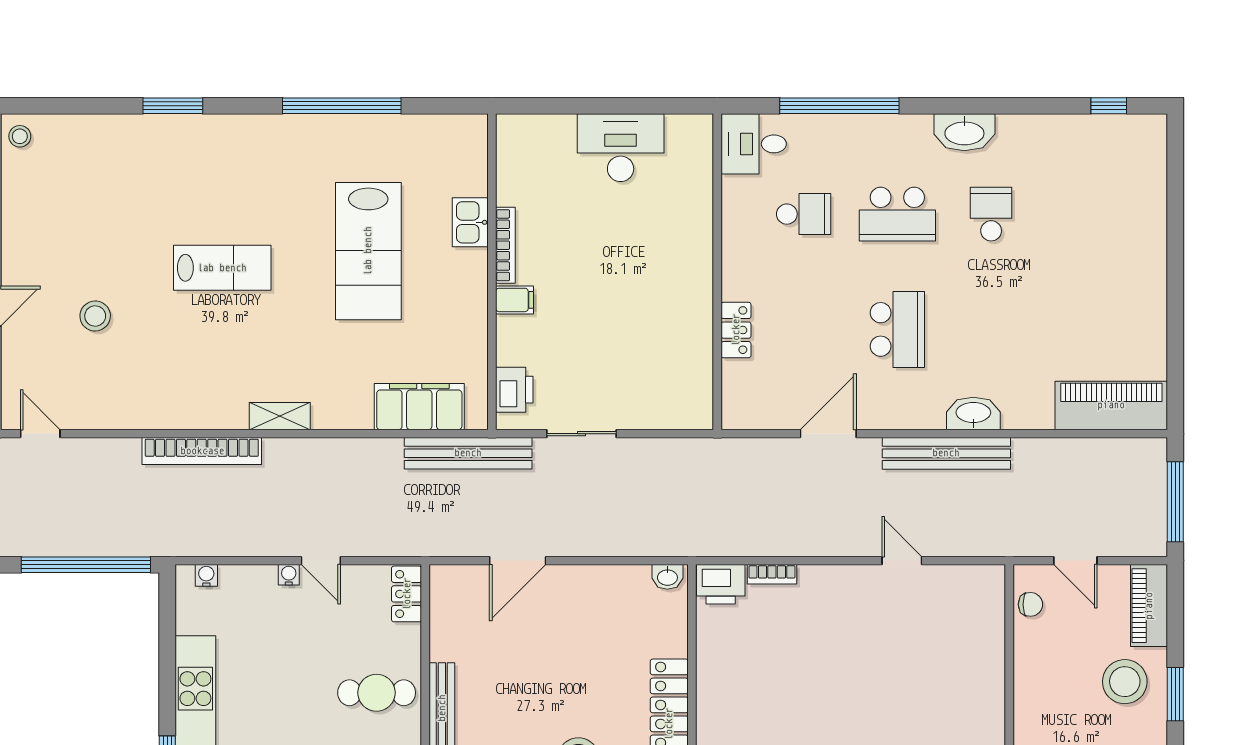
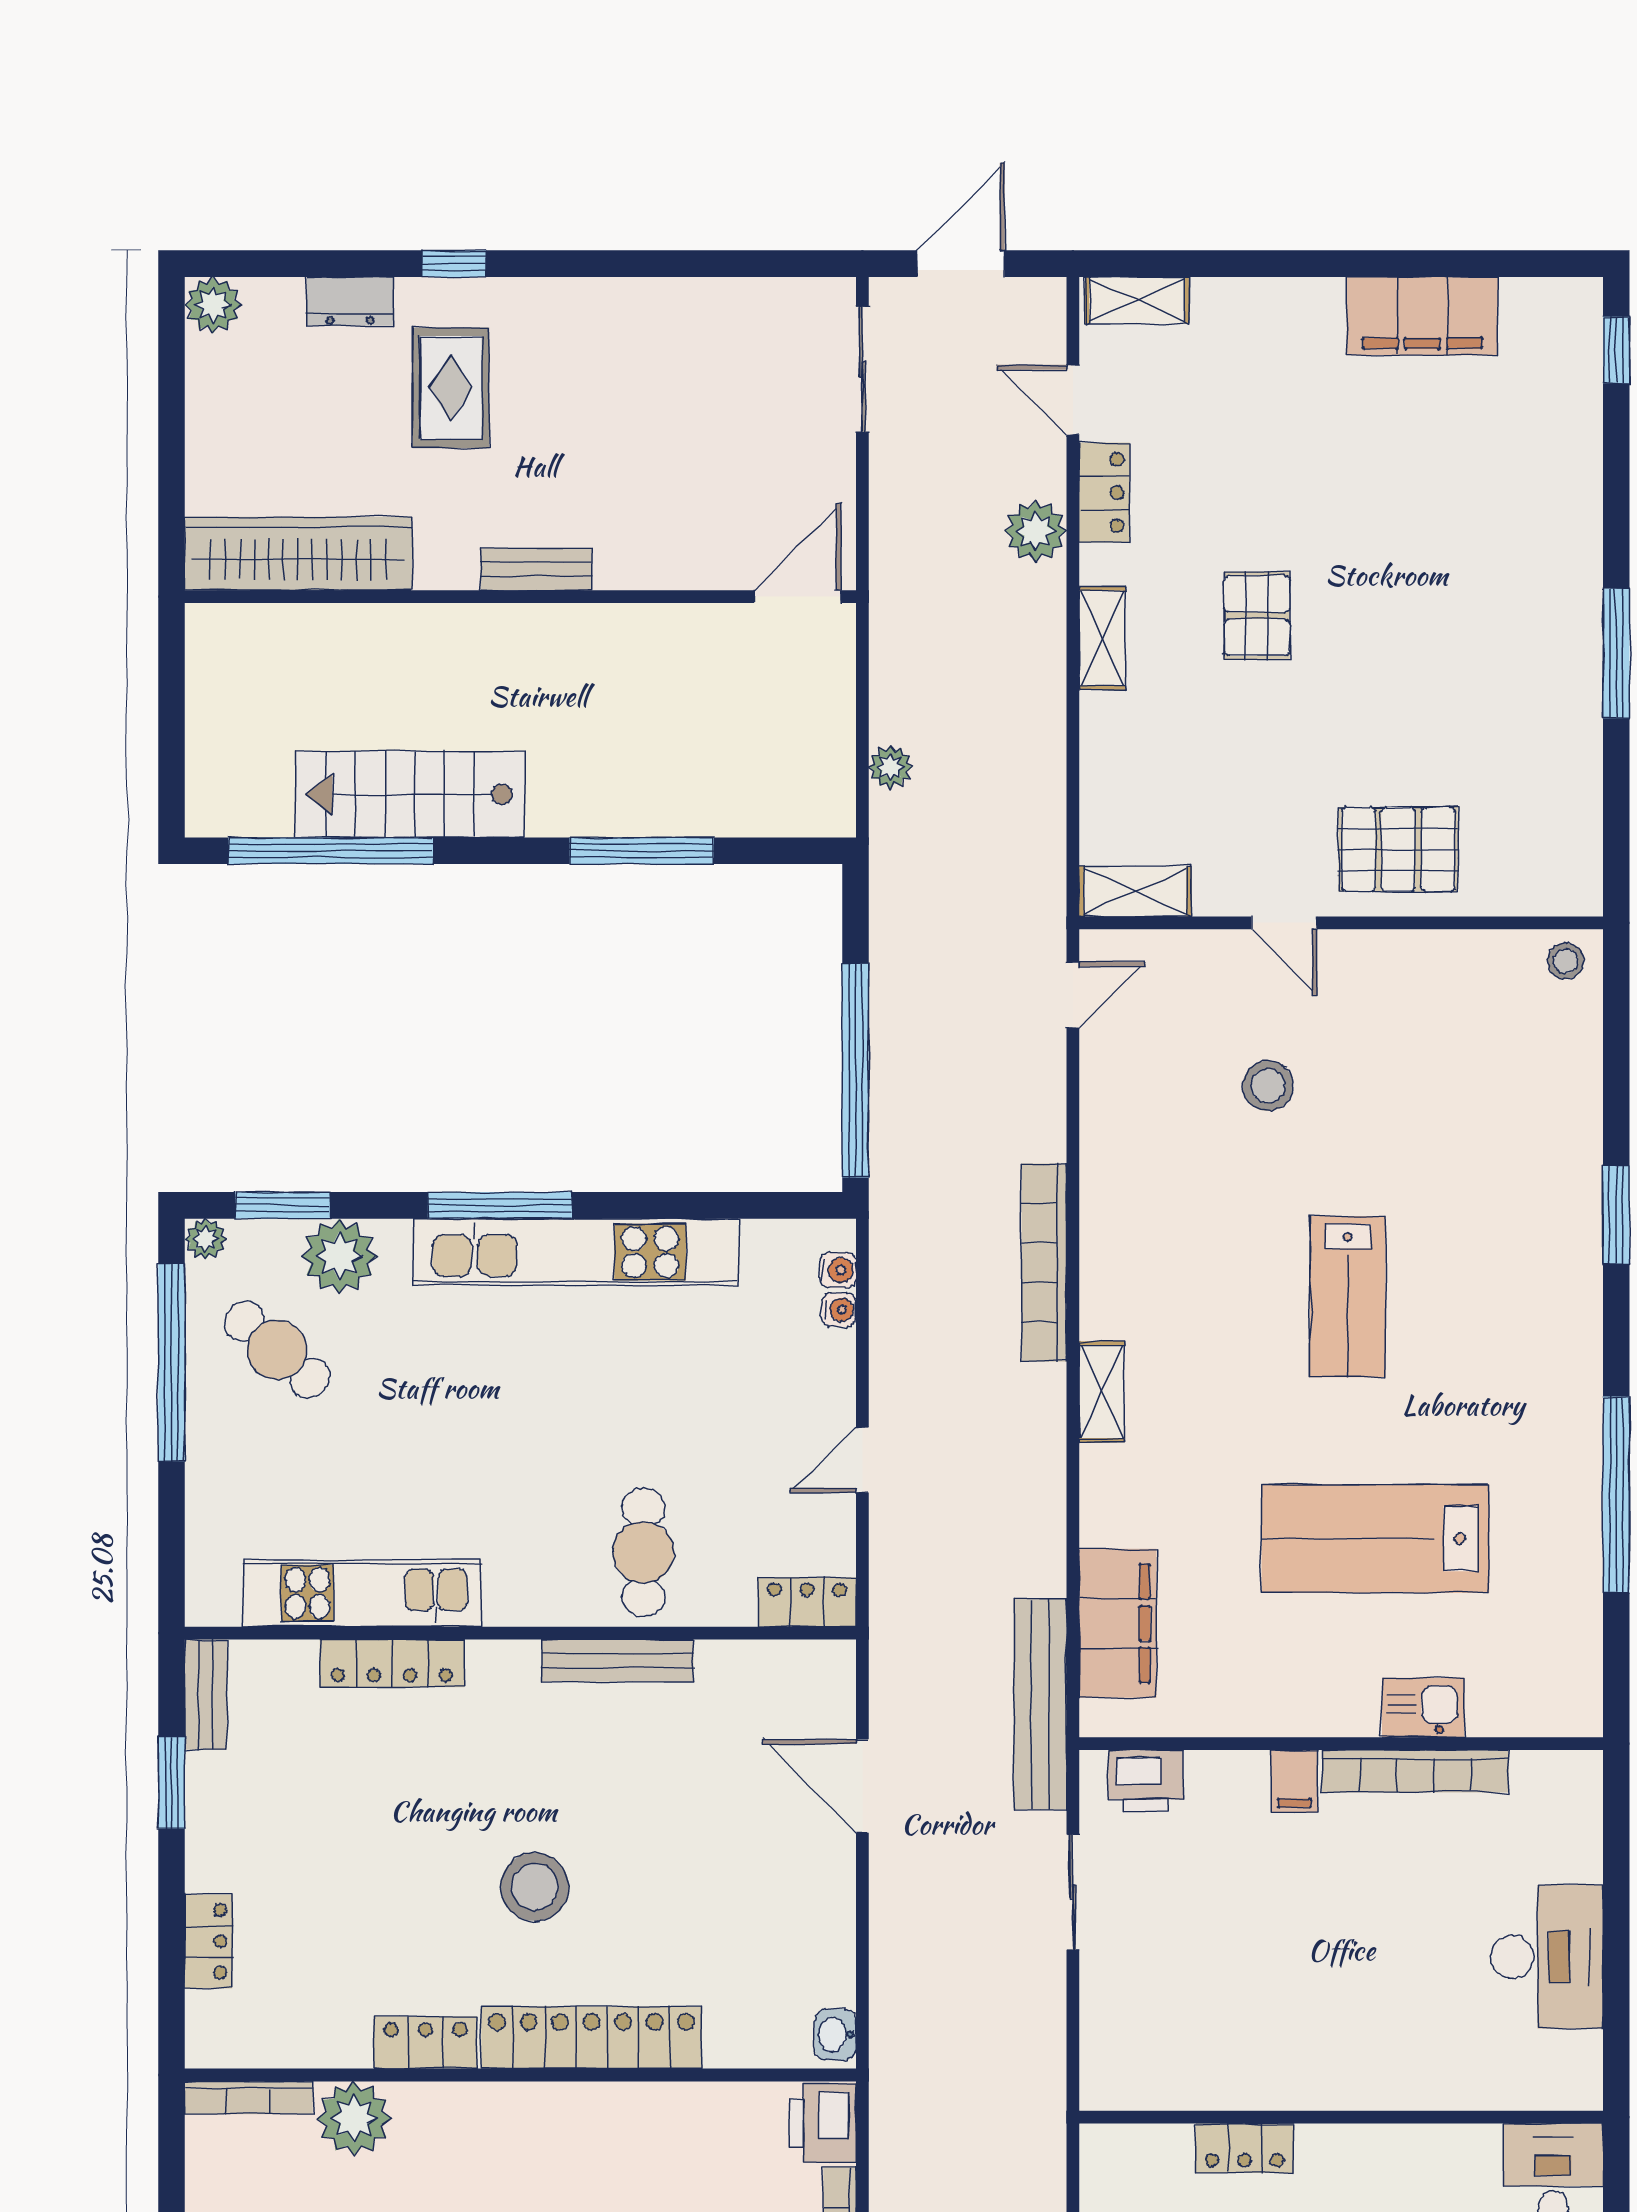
bookcase: (505, 245) -> (1415, 1771), width x1.48, depth x1.31
water cooler: (289, 575) -> (839, 1310), moved

